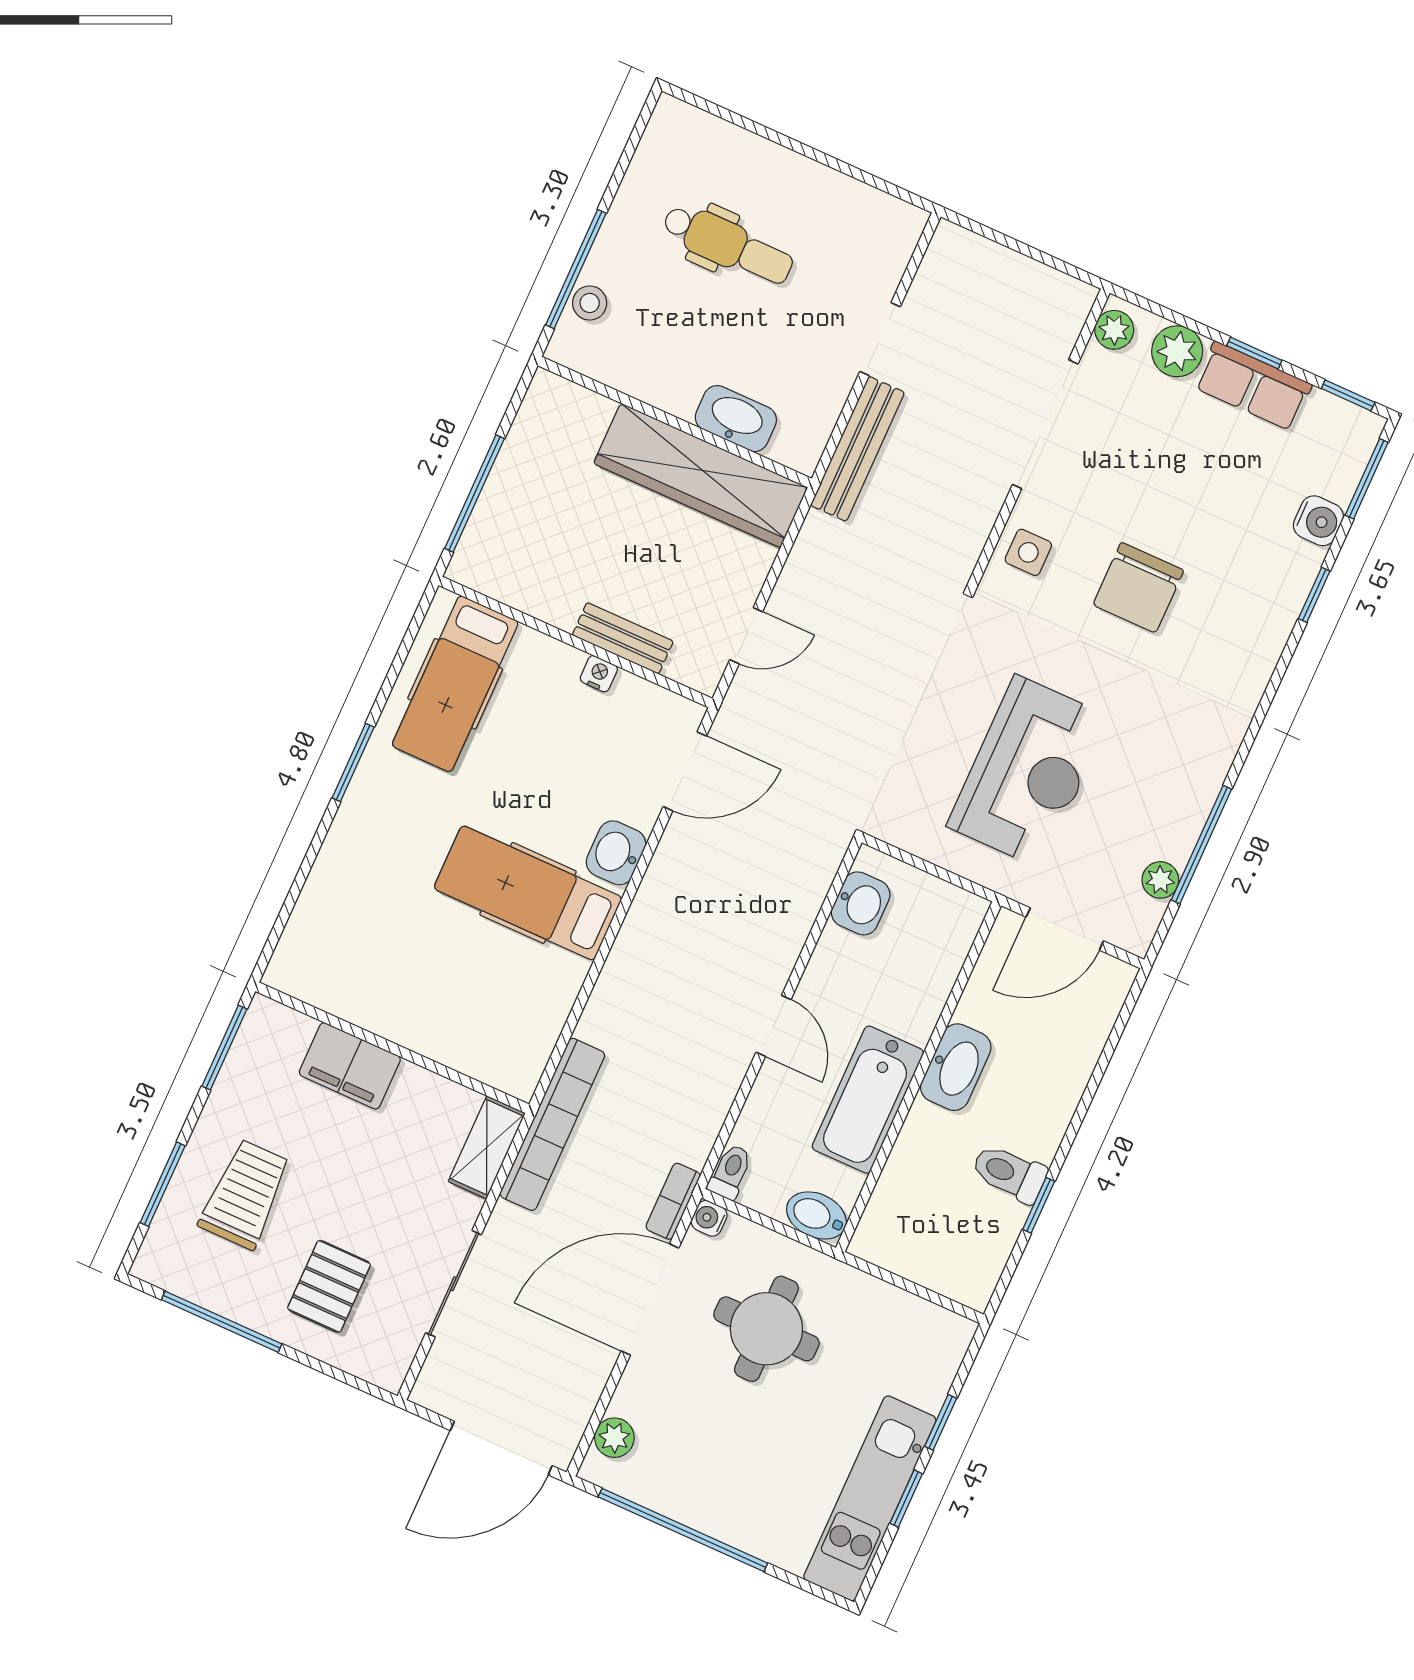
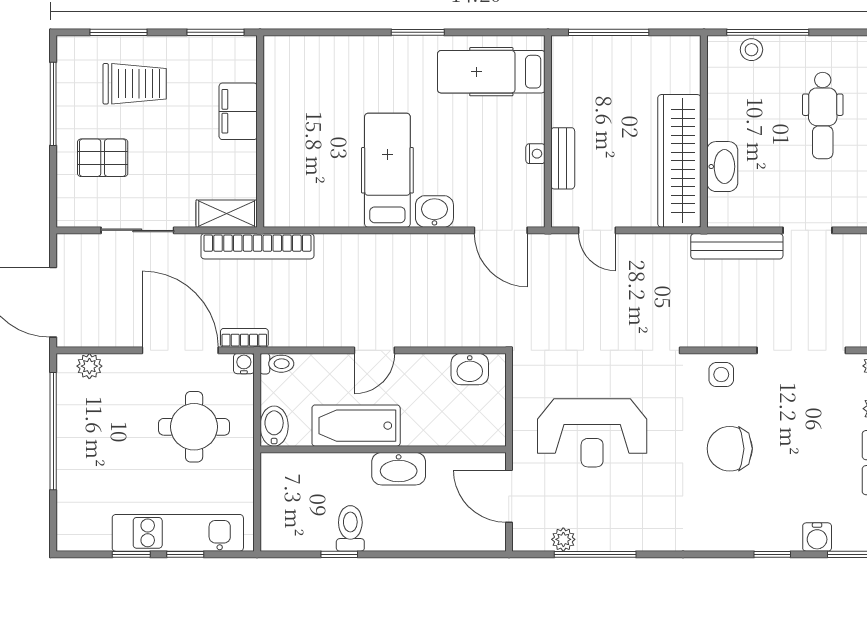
kitchen unit: (870, 1498) -> (178, 533), moved

